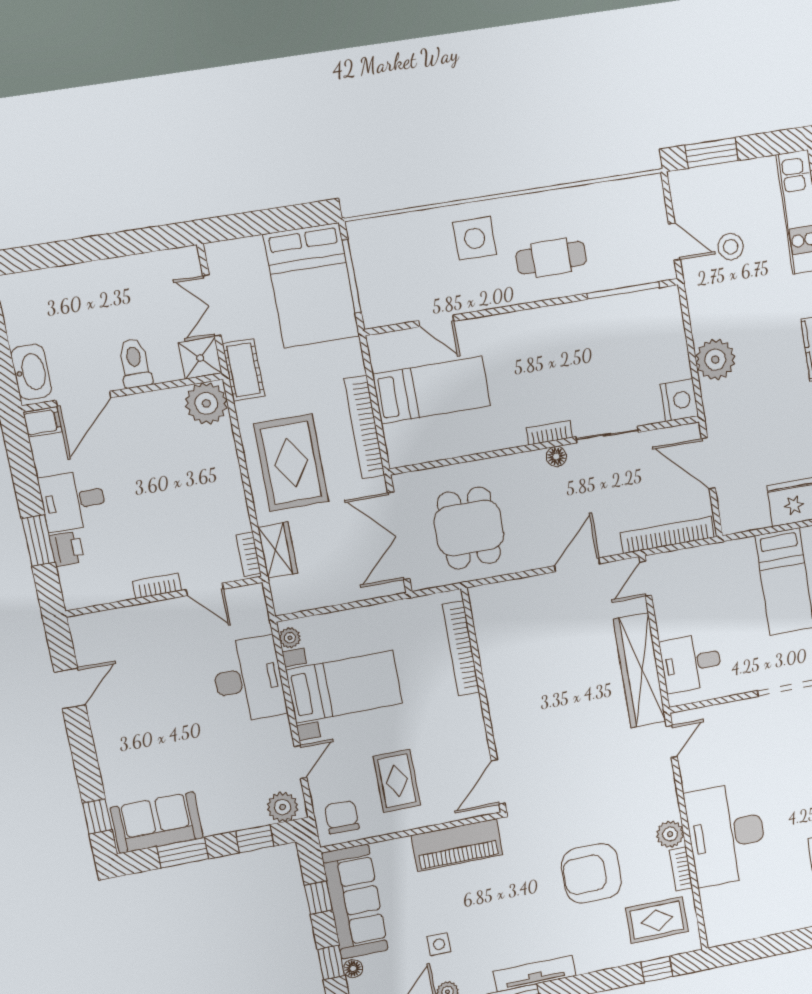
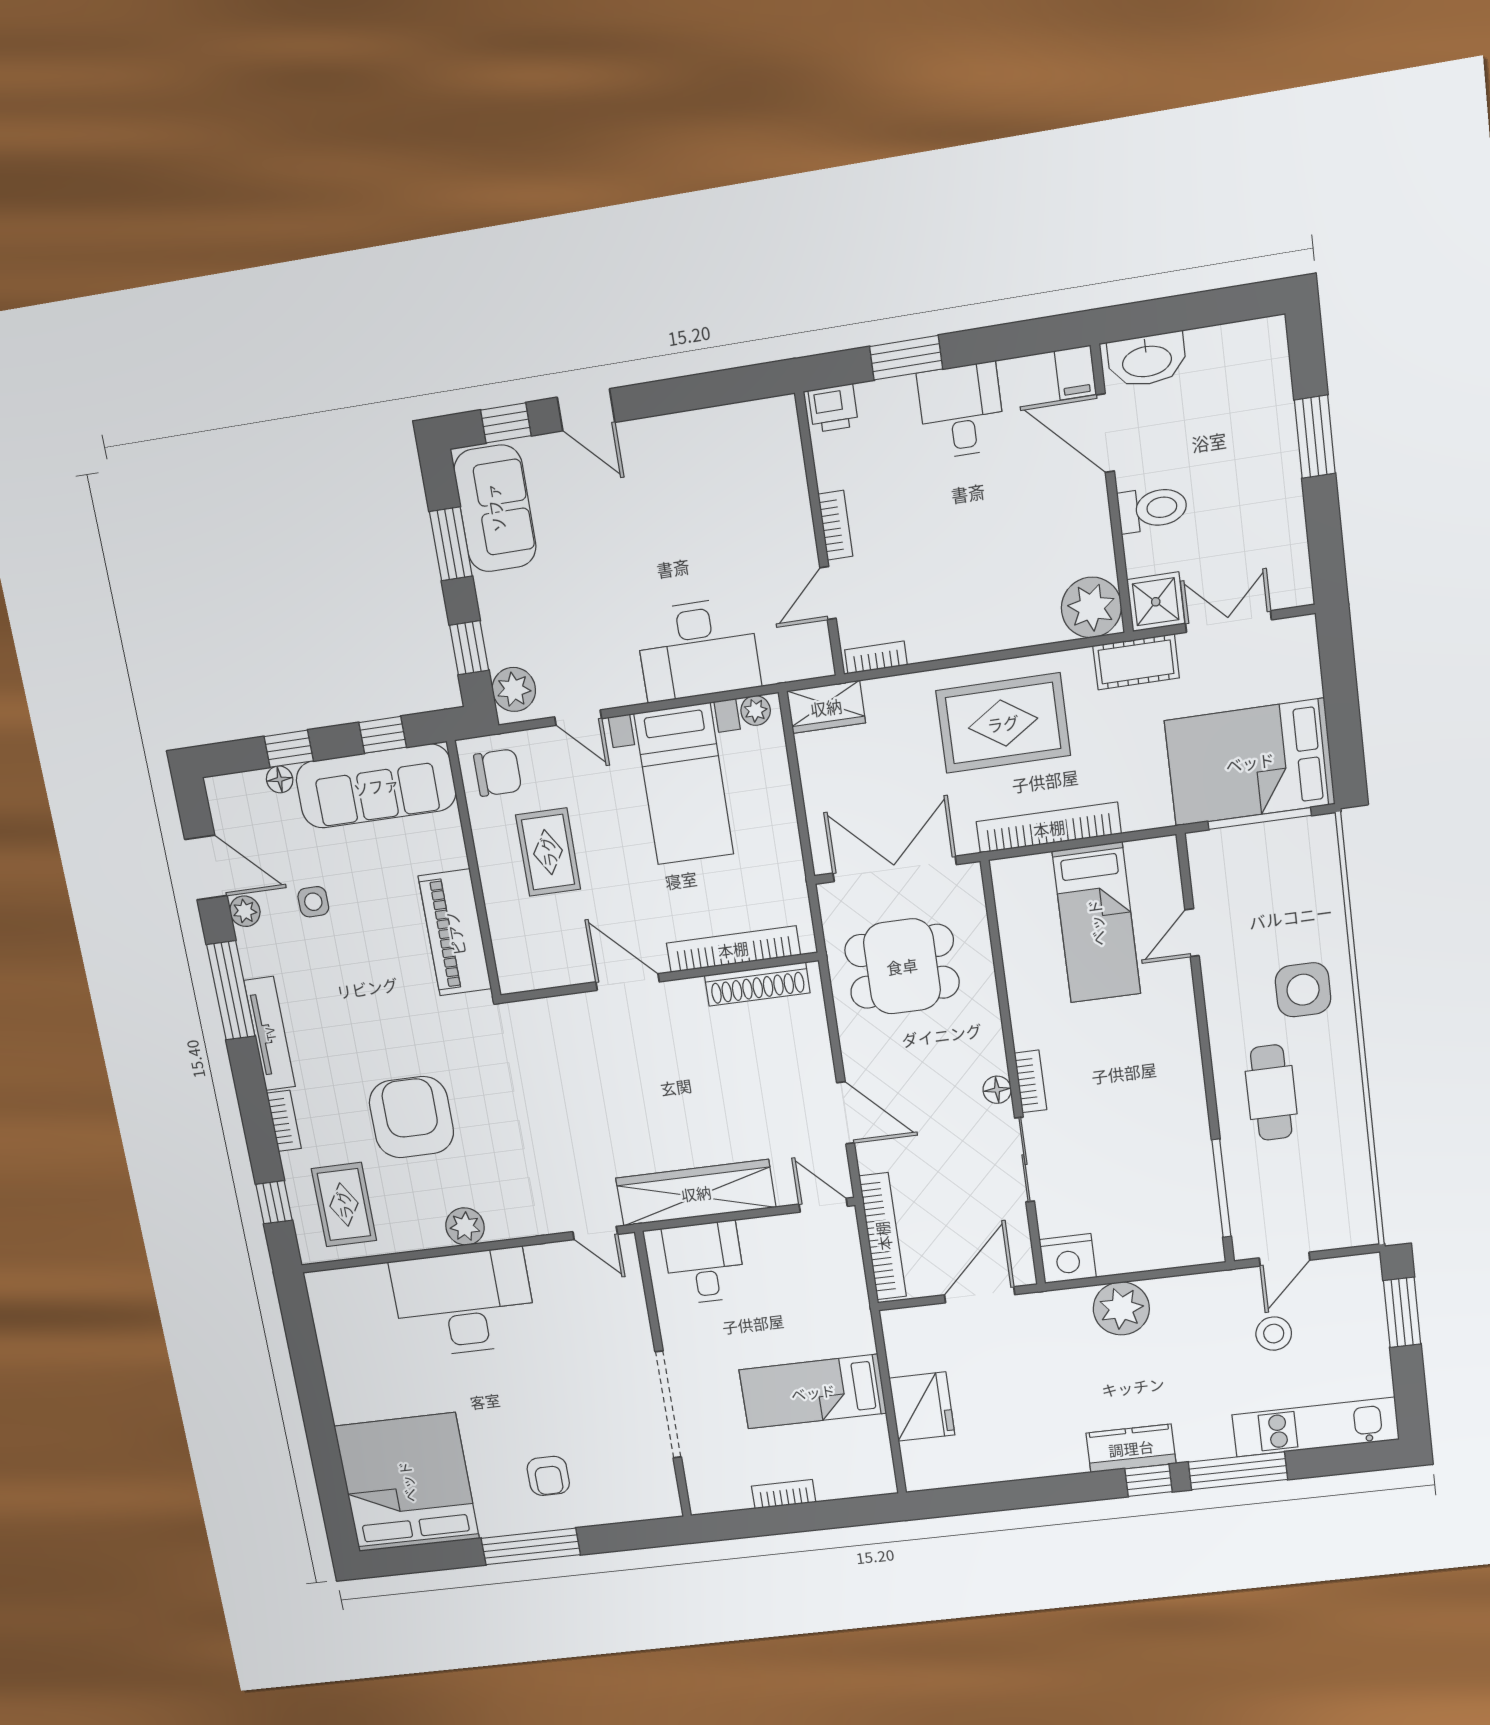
window: (79, 251) -> (1315, 437), added
printer: (67, 549) -> (833, 408), moved
wardrobe: (278, 550) -> (826, 707), moved
shoe rack: (486, 631) -> (757, 984), added
door: (70, 688) -> (586, 410), moved
rug: (397, 781) -> (548, 852), turned 90
door: (498, 782) -> (627, 982), moved
bookcase: (681, 869) -> (284, 1121), moved, turned 90

